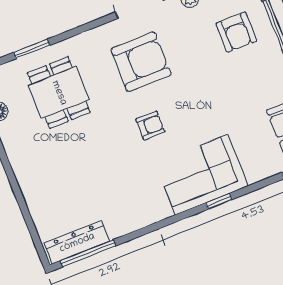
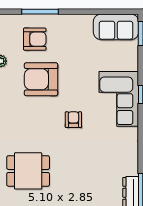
armchair: (141, 62) -> (41, 79), moved, turned -90

